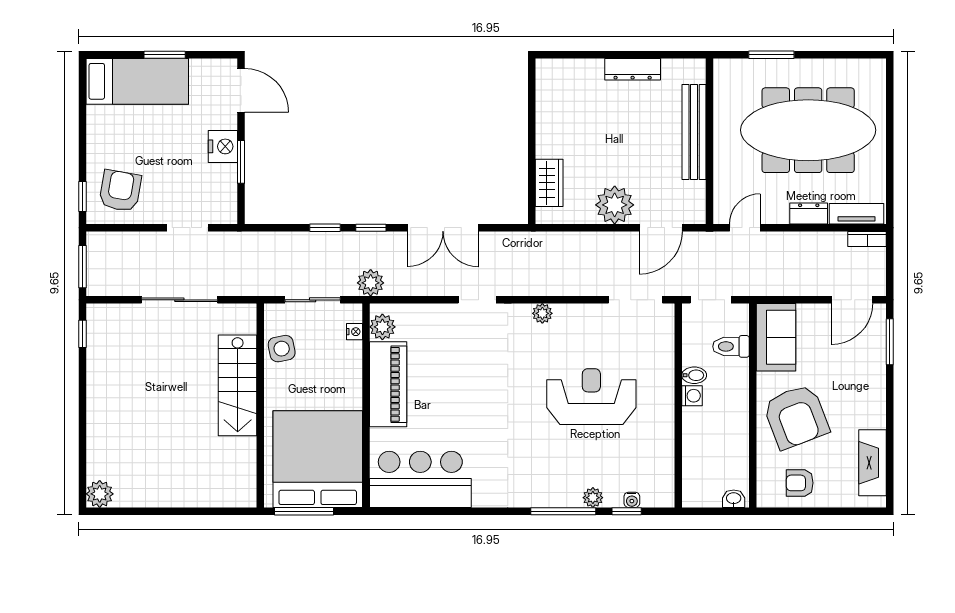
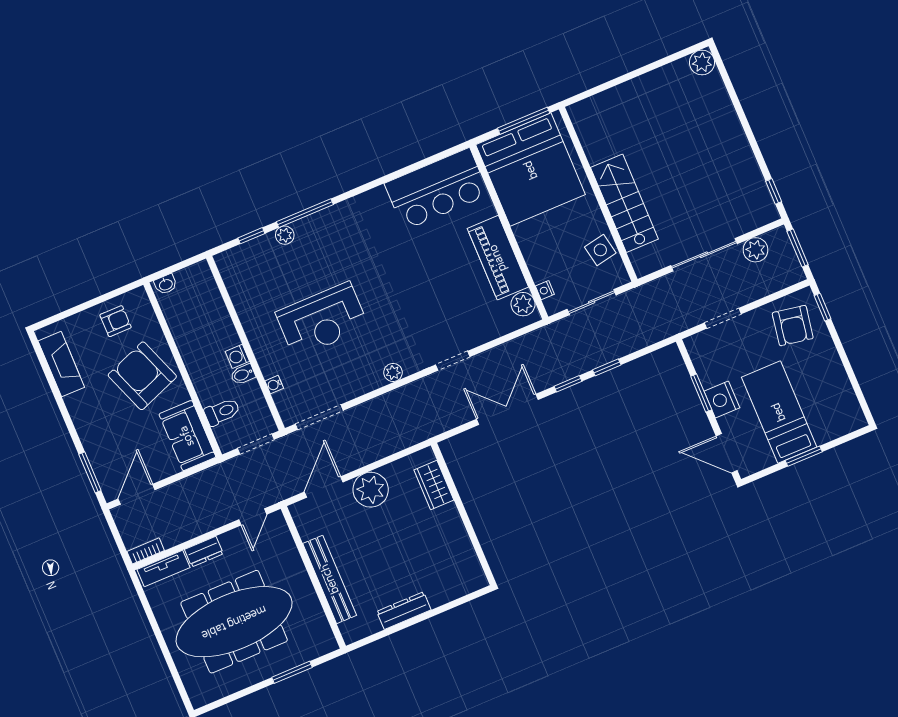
bed: (137, 81) -> (779, 412), moved, turned 90
plant: (371, 283) -> (756, 250), moved
water cooler: (632, 500) -> (274, 385), moved, turned -90

